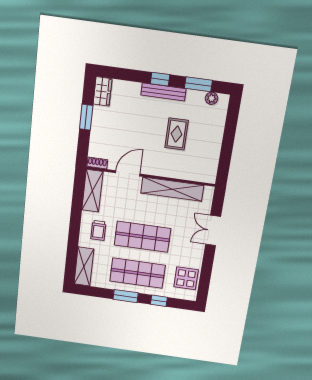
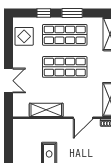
shelving: (172, 189) -> (46, 110), width x0.68
trolley: (98, 230) -> (101, 67), removed

